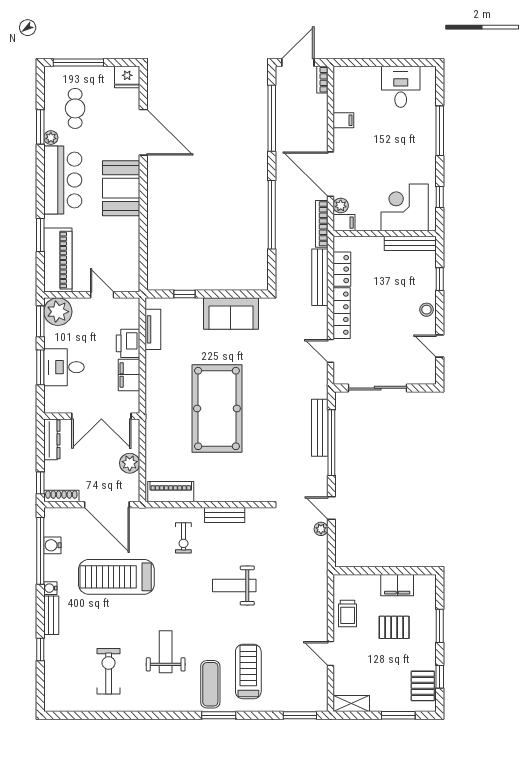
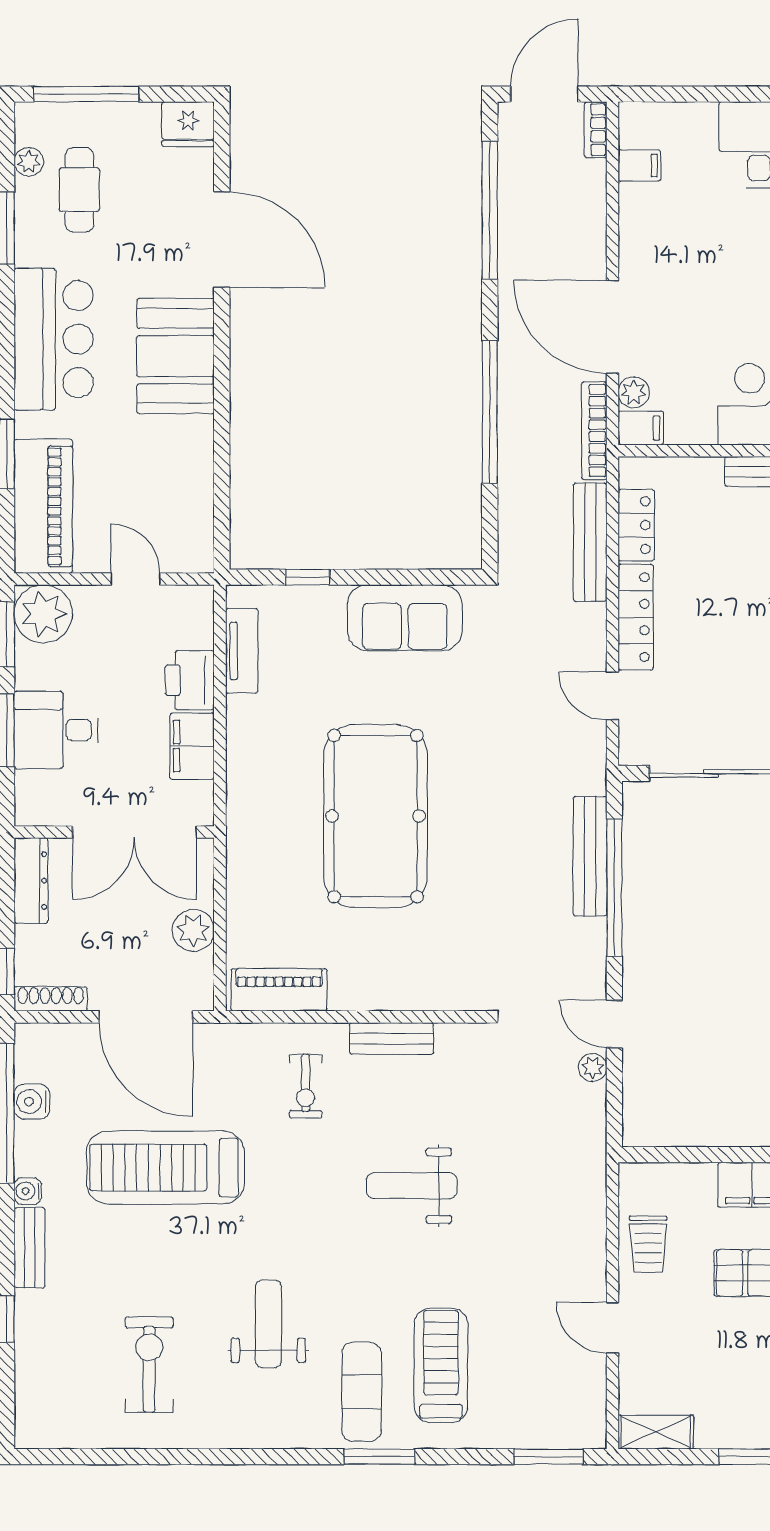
filing cabinet: (343, 120) -> (639, 166), moved
plant: (51, 138) -> (29, 162), moved

